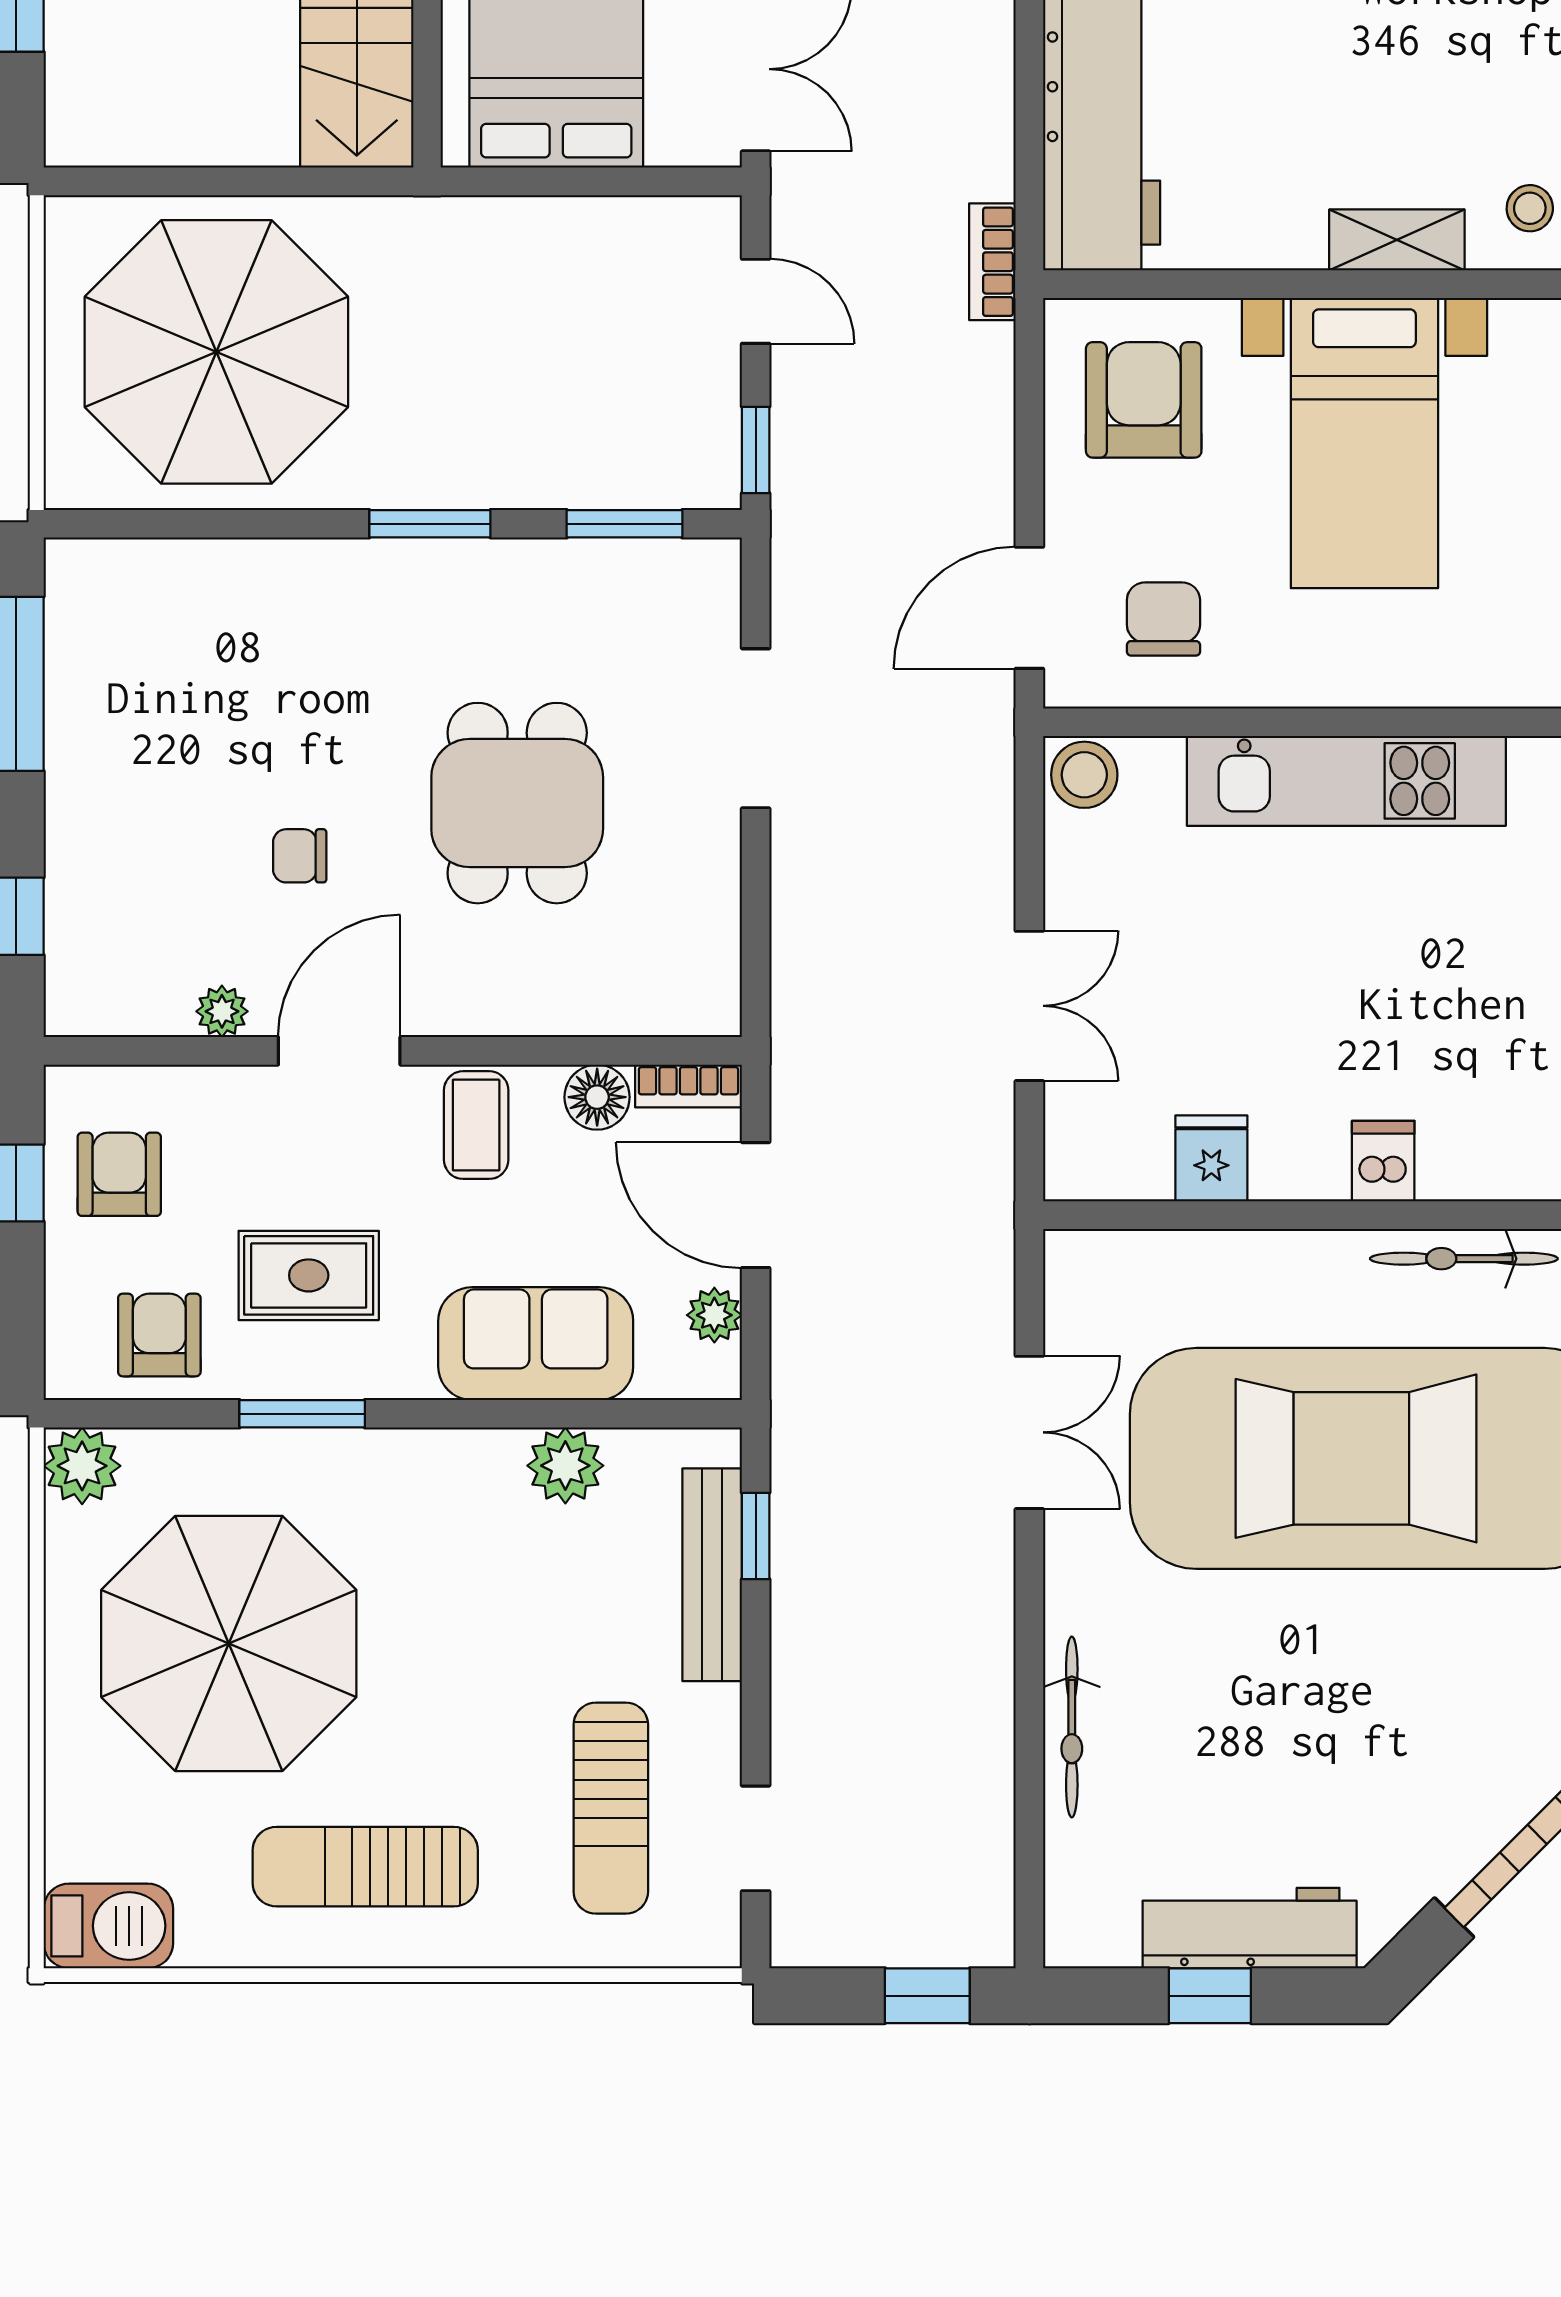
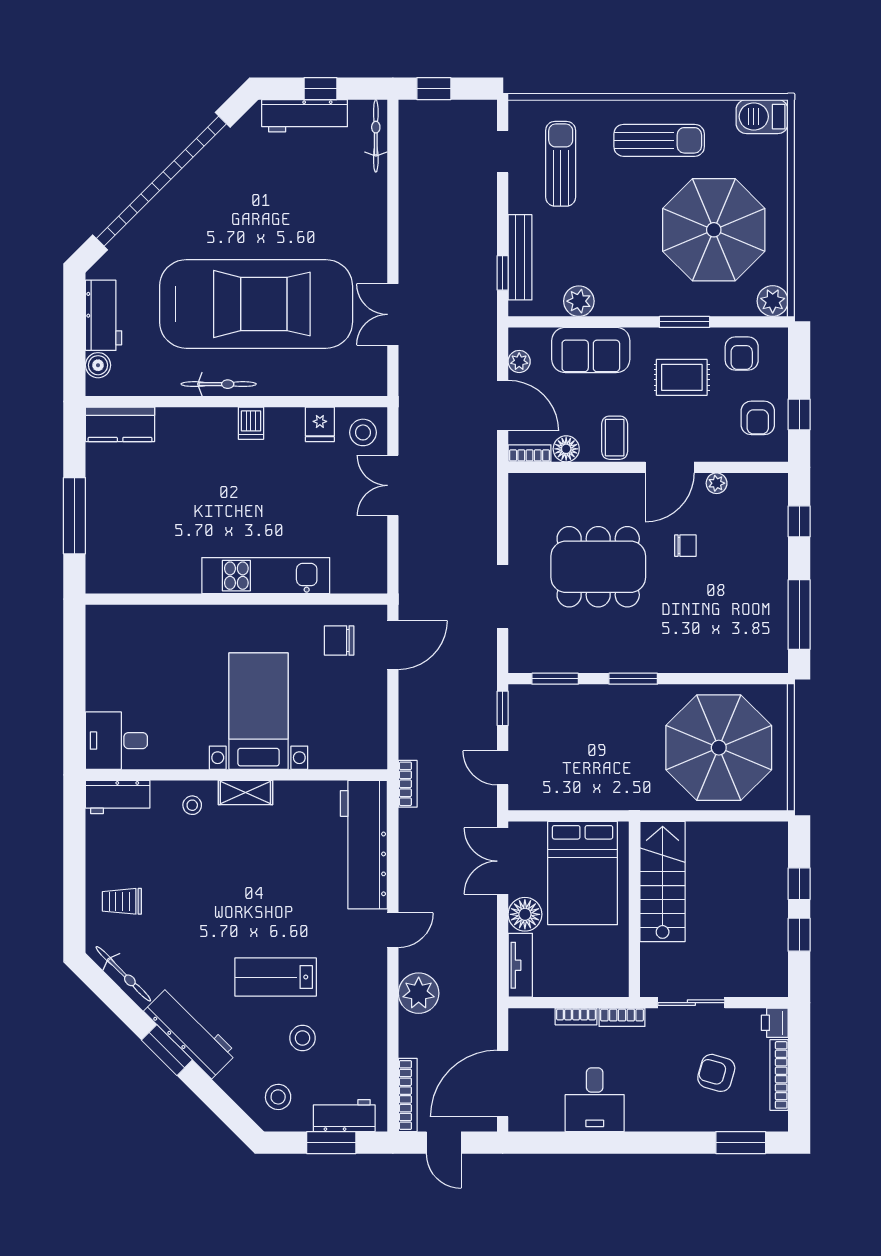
armchair: (1144, 400) -> (347, 728), removed
chair: (1163, 619) -> (339, 641), turned 90
stool: (1084, 775) -> (363, 432), moved
dining table: (517, 803) -> (598, 567), width x1.38
bicycle: (1072, 1727) -> (376, 136), moved

